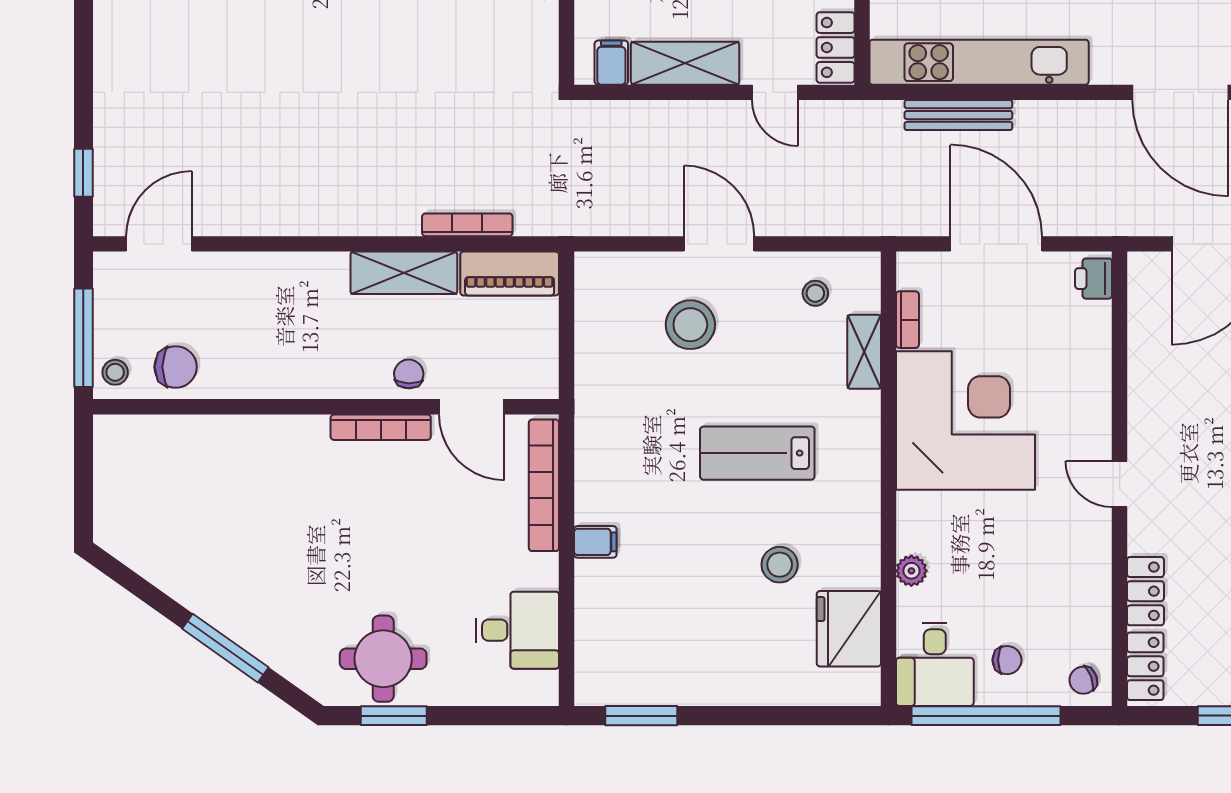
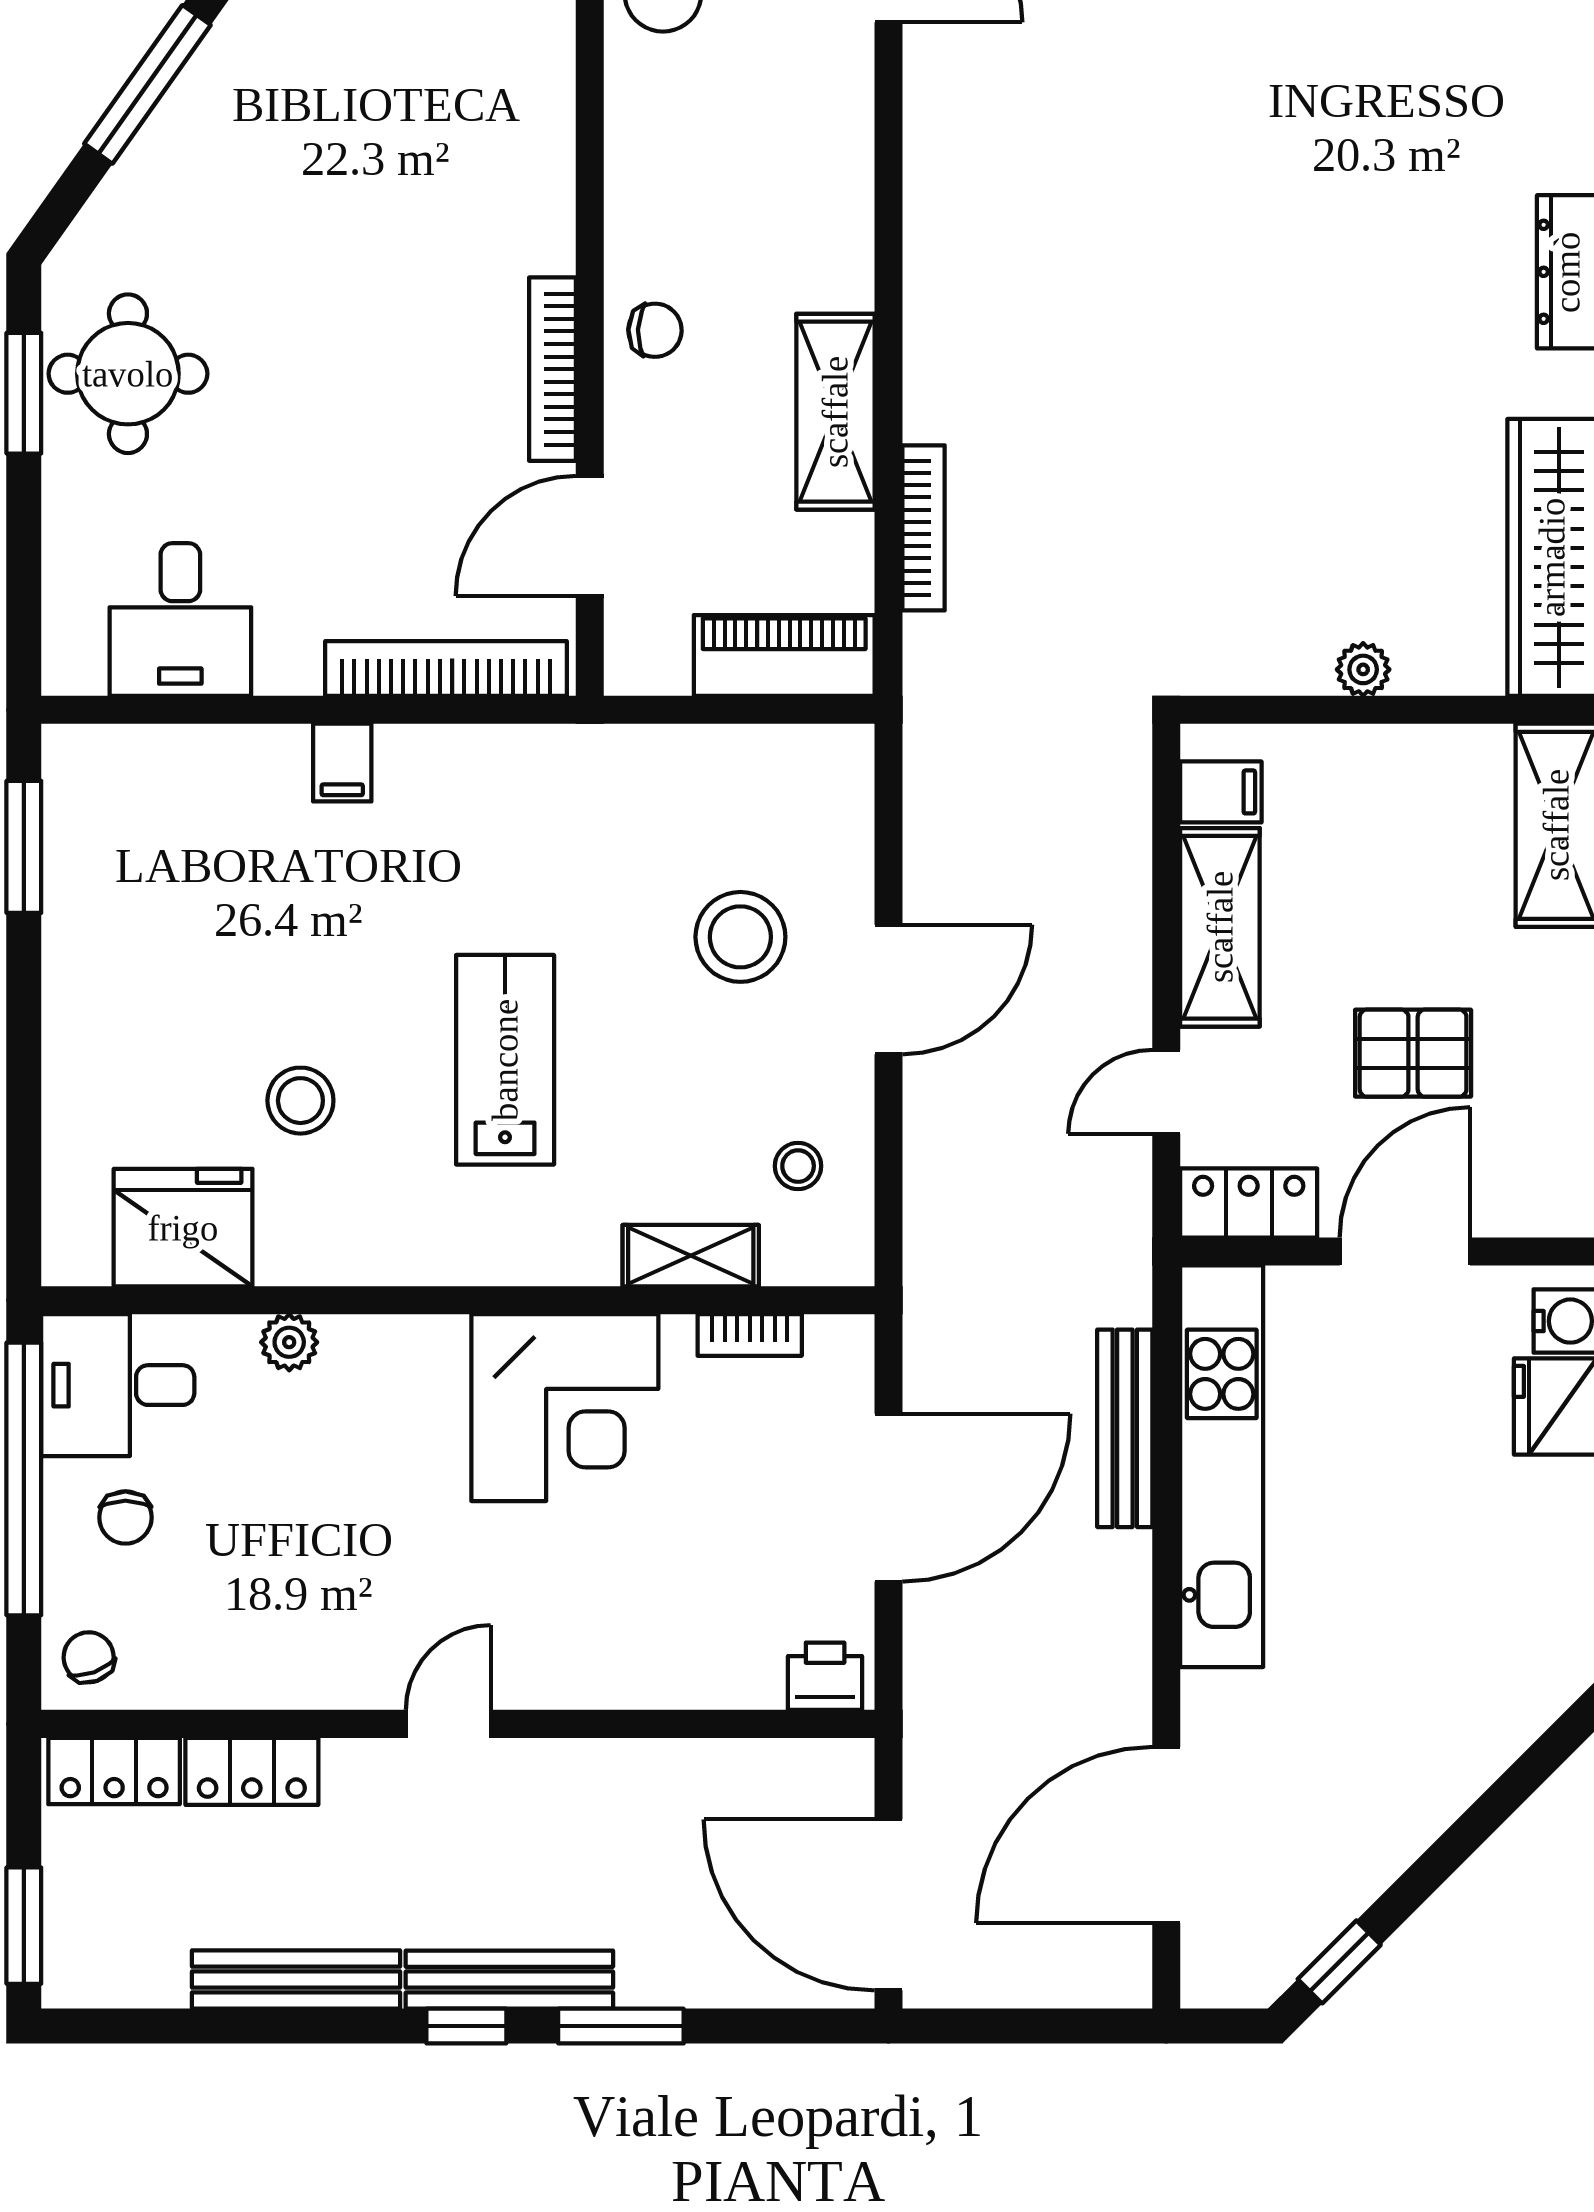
piano: (510, 274) -> (784, 655), moved, turned 90
chair: (409, 374) -> (655, 330), moved
corner desk: (965, 420) -> (565, 1408), width x0.74, depth x0.74

